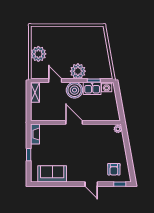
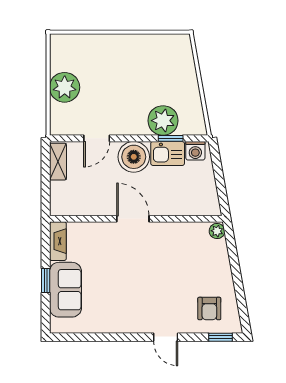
plant: (78, 71) -> (163, 121), moved
door: (55, 81) -> (97, 138), swing flipped
sofa: (52, 174) -> (65, 290), moved, turned 90

